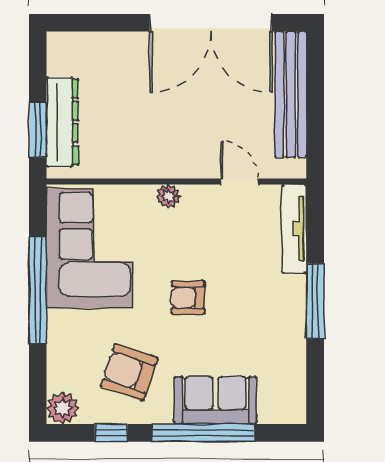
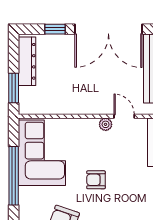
window: (113, 23) -> (55, 29), added
dresser: (62, 122) -> (27, 61), moved
plant: (168, 196) -> (106, 124), moved

